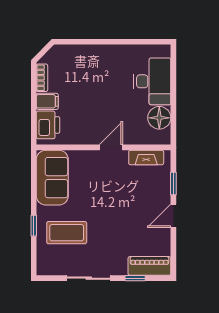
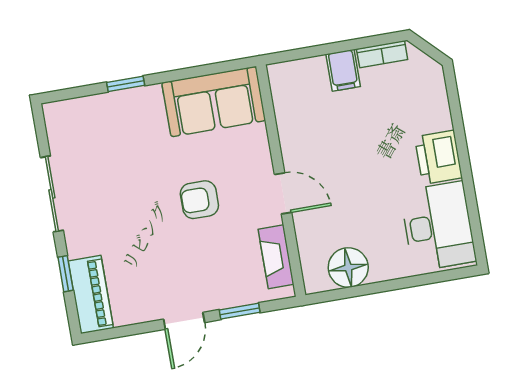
desk: (152, 81) -> (438, 226), moved, turned -90
printer: (48, 125) -> (438, 157), moved, turned 90
armchair: (106, 195) -> (199, 200), added
door: (173, 216) -> (184, 321), swing flipped
coffee table: (67, 233) -> (123, 143), removed

